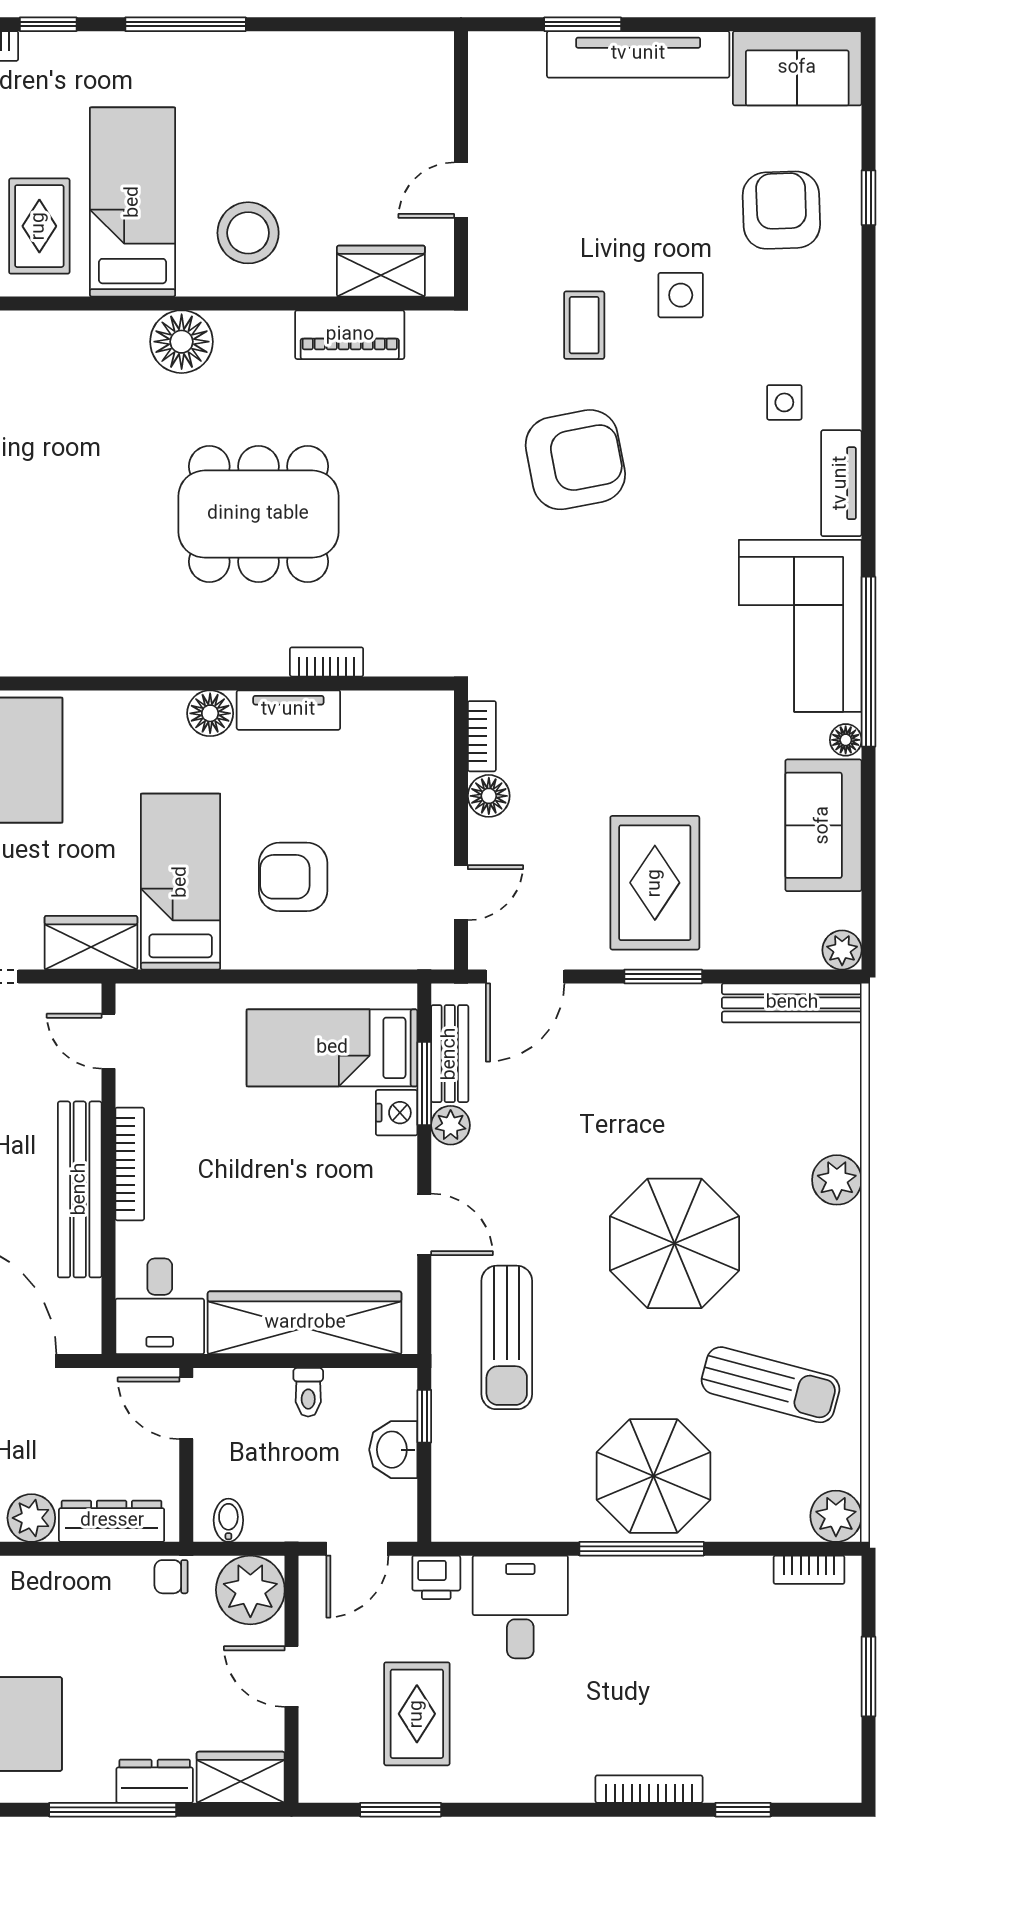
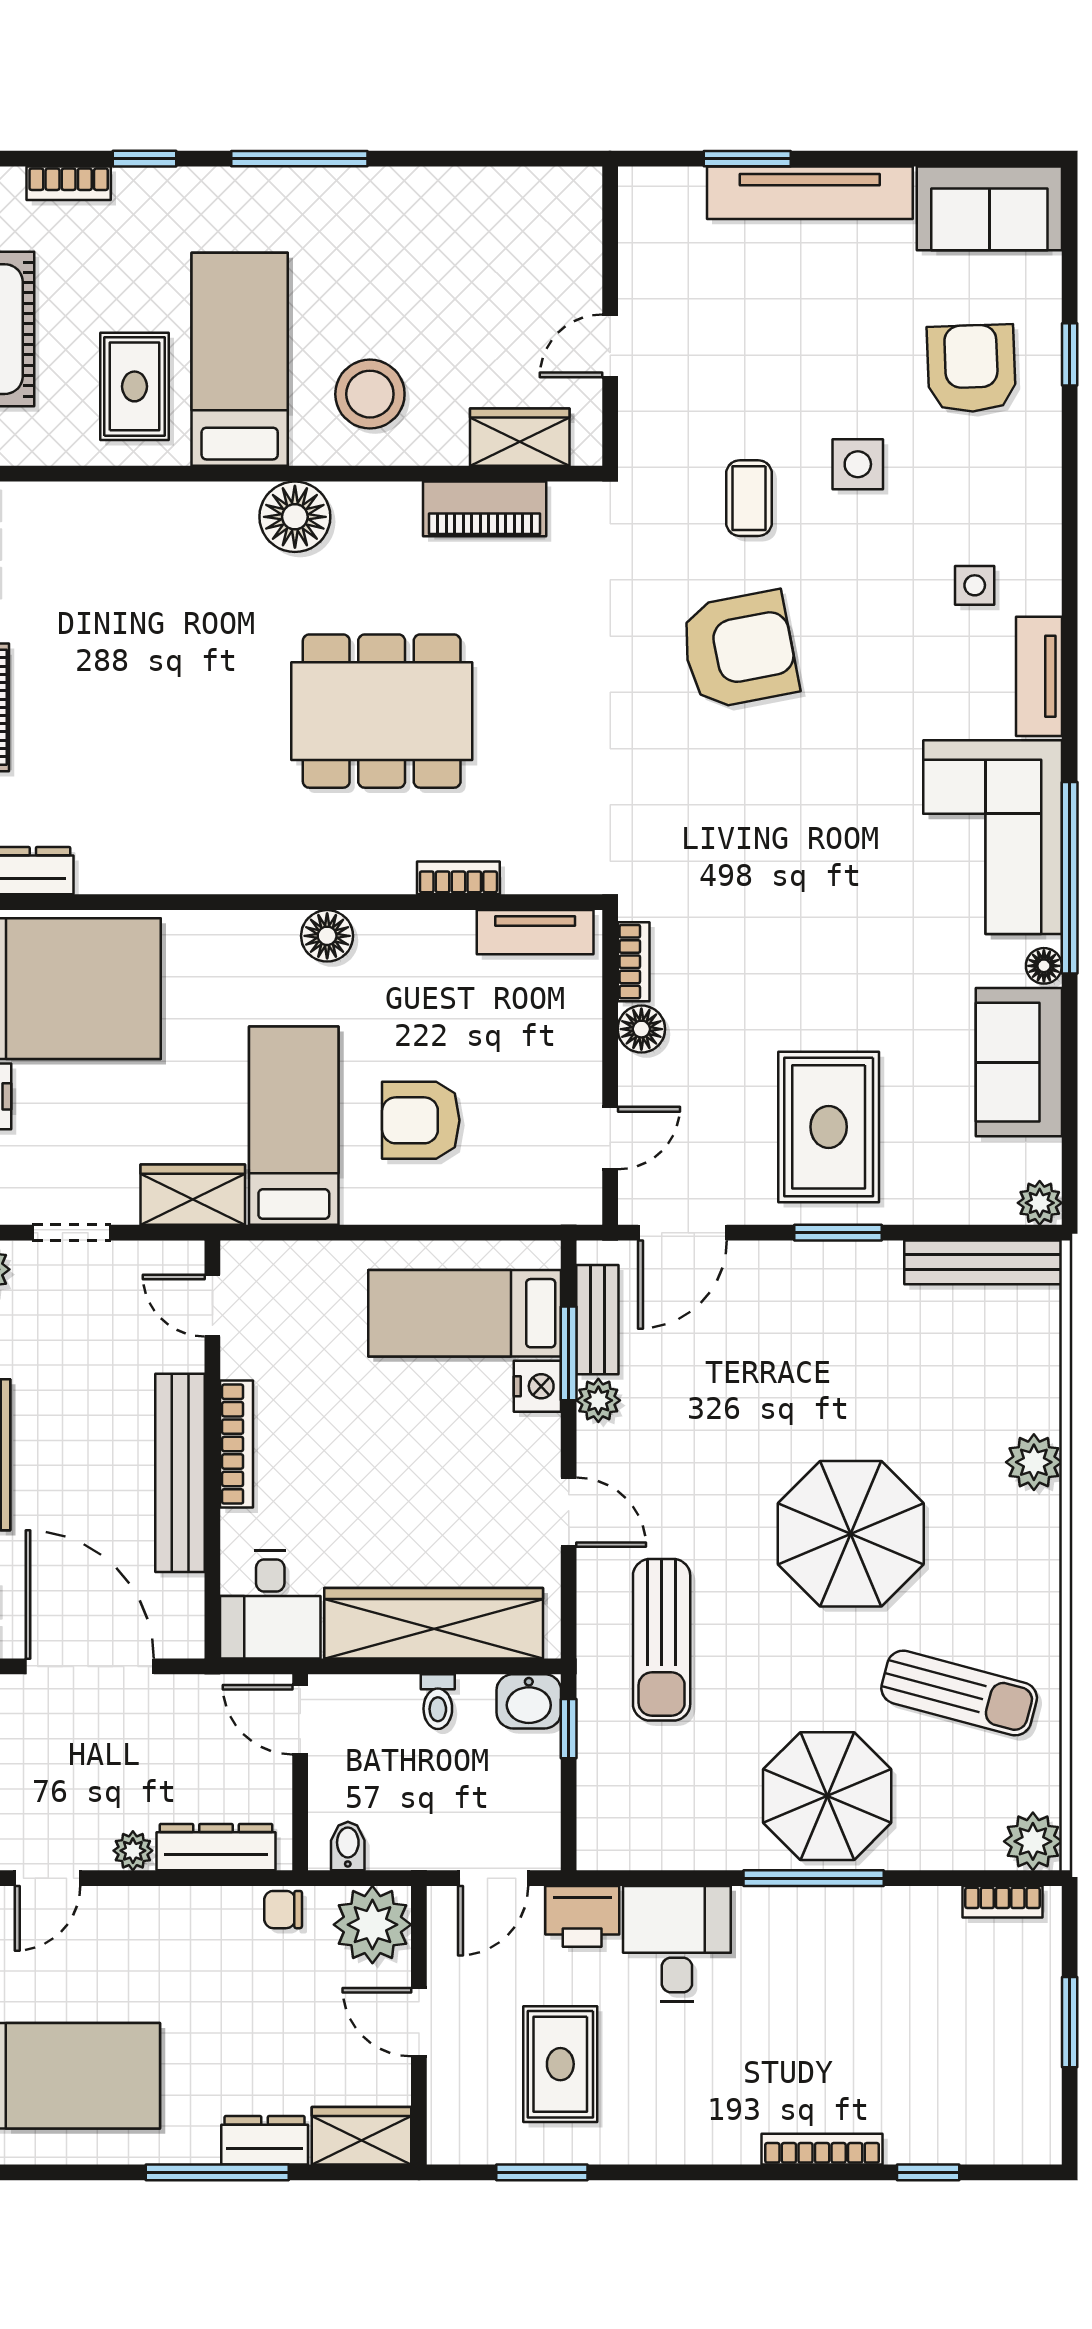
tv unit: (288, 710) -> (535, 932), moved
washbasin: (393, 1450) -> (529, 1701), moved, turned -90
plant: (31, 1518) -> (133, 1851), width x0.73, depth x0.73
printer: (436, 1577) -> (582, 1916), width x1.36, depth x1.24

